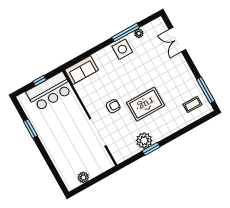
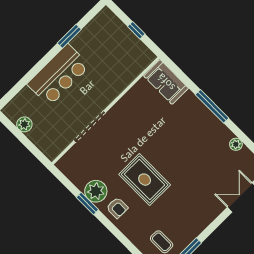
window: (126, 32) -> (212, 106), moved
side table: (122, 49) -> (209, 128), removed
bar counter: (50, 92) -> (58, 75), moved, turned -90
armchair: (113, 106) -> (117, 208), moved

